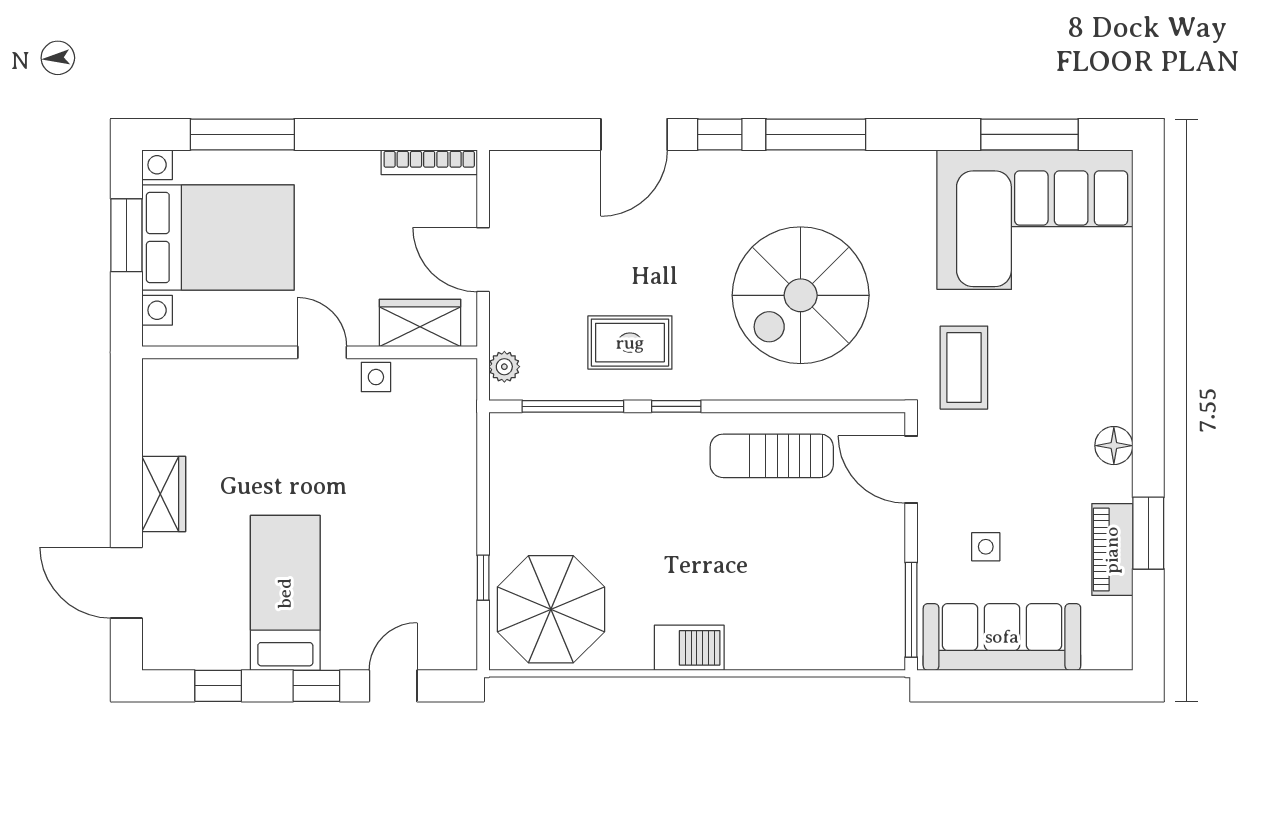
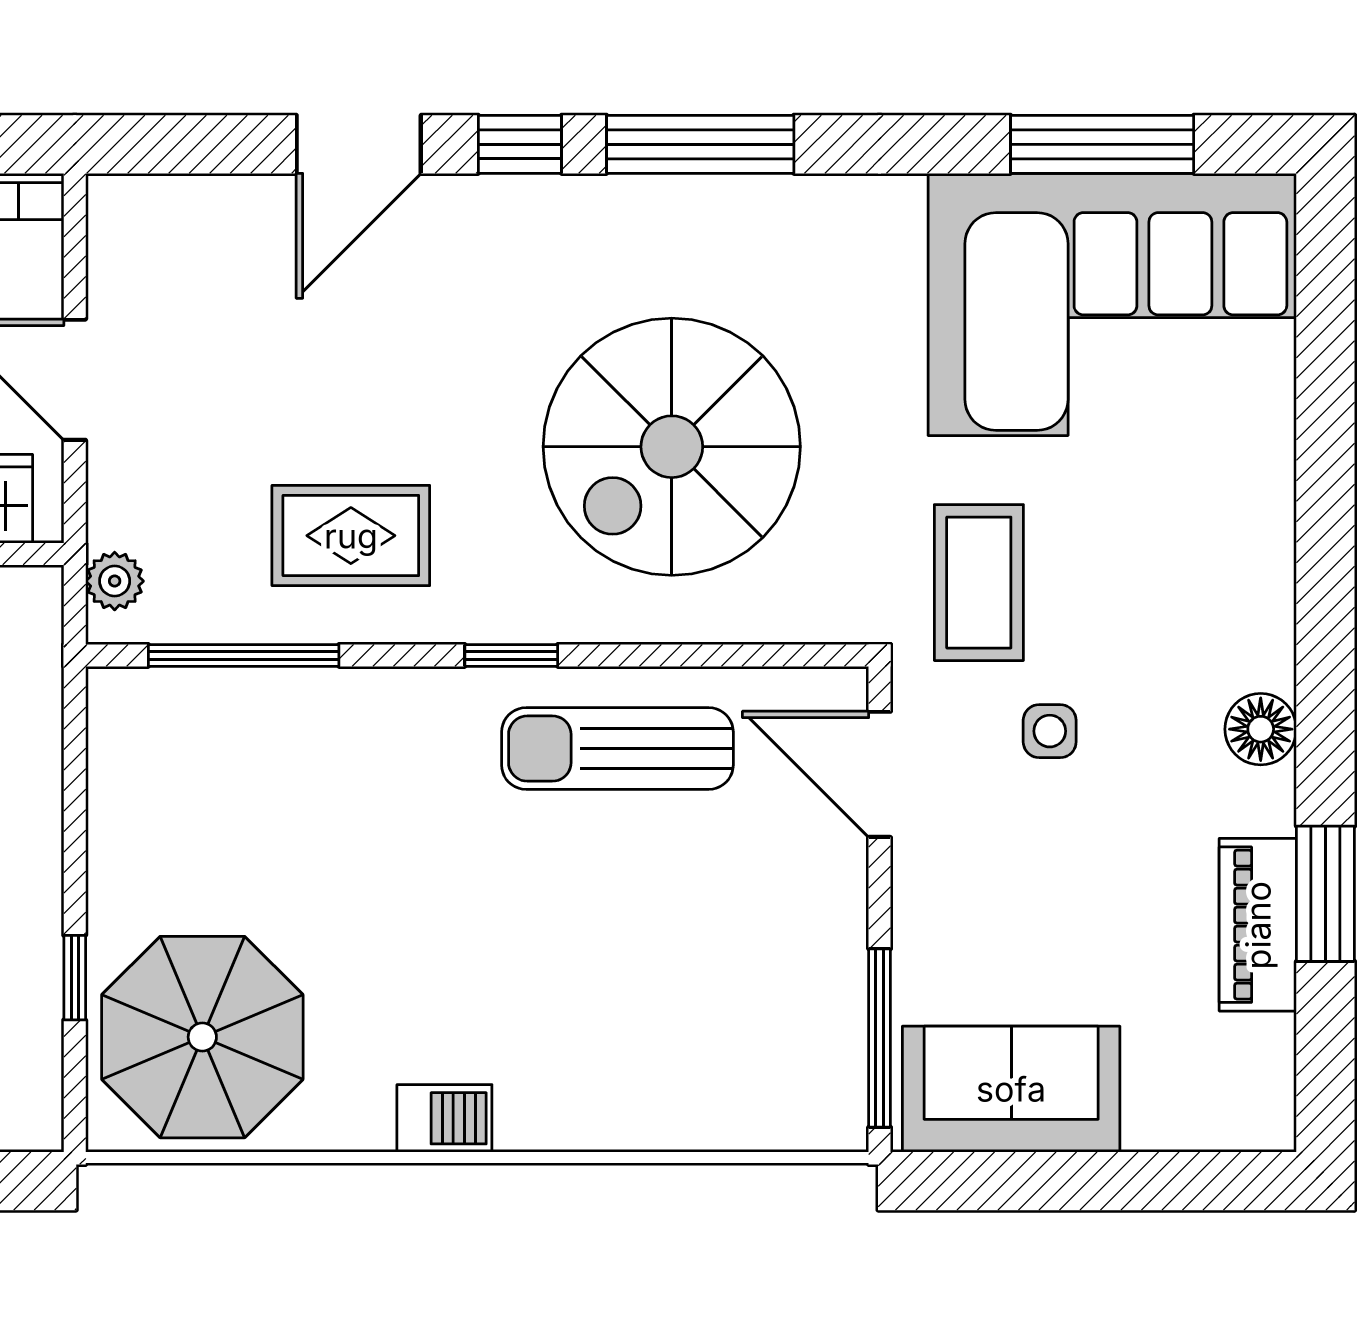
window: (676, 406) -> (511, 655), moved
side table: (986, 547) -> (1050, 731), moved
sofa: (1002, 637) -> (1011, 1089), width x0.73
barbecue: (689, 648) -> (444, 1118), width x0.73, depth x0.79

